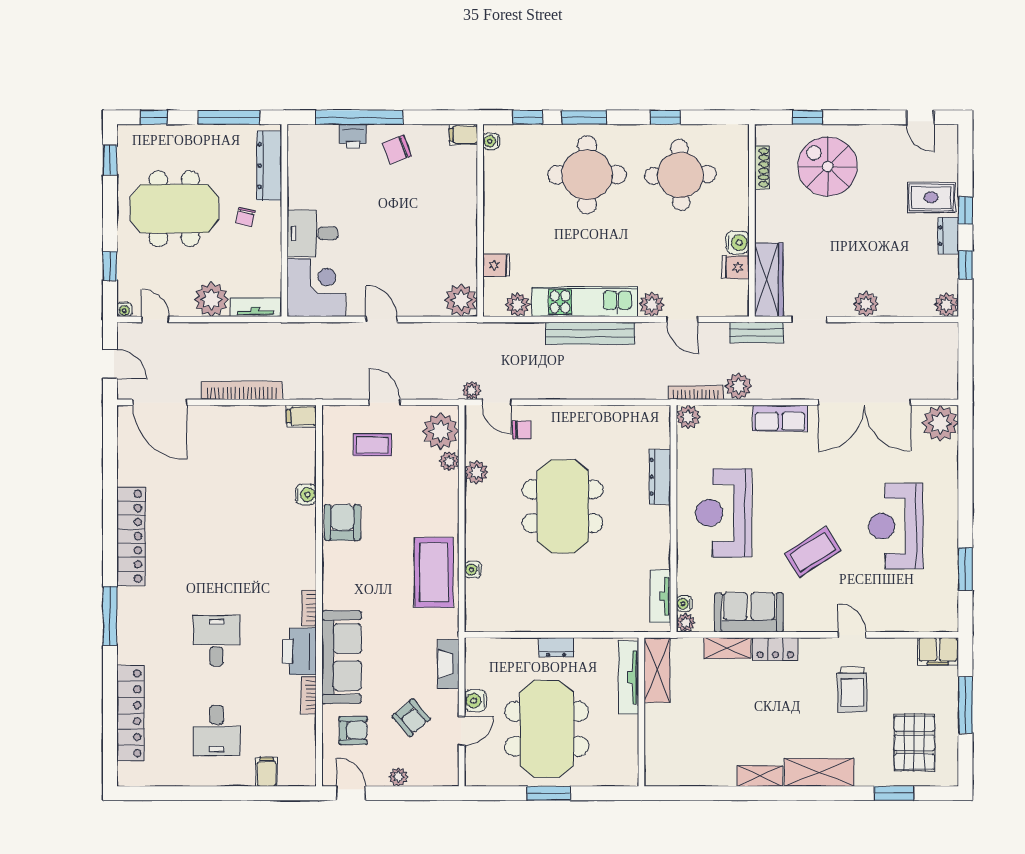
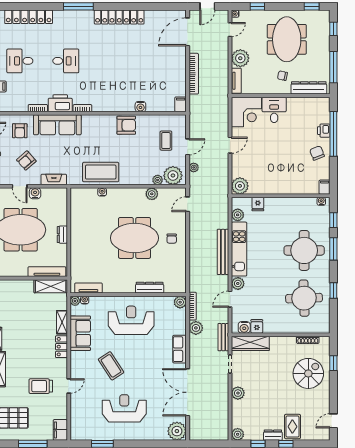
water cooler: (737, 243) -> (244, 327), moved
plant: (472, 390) -> (194, 167), moved
chair: (522, 430) -> (172, 239), moved

